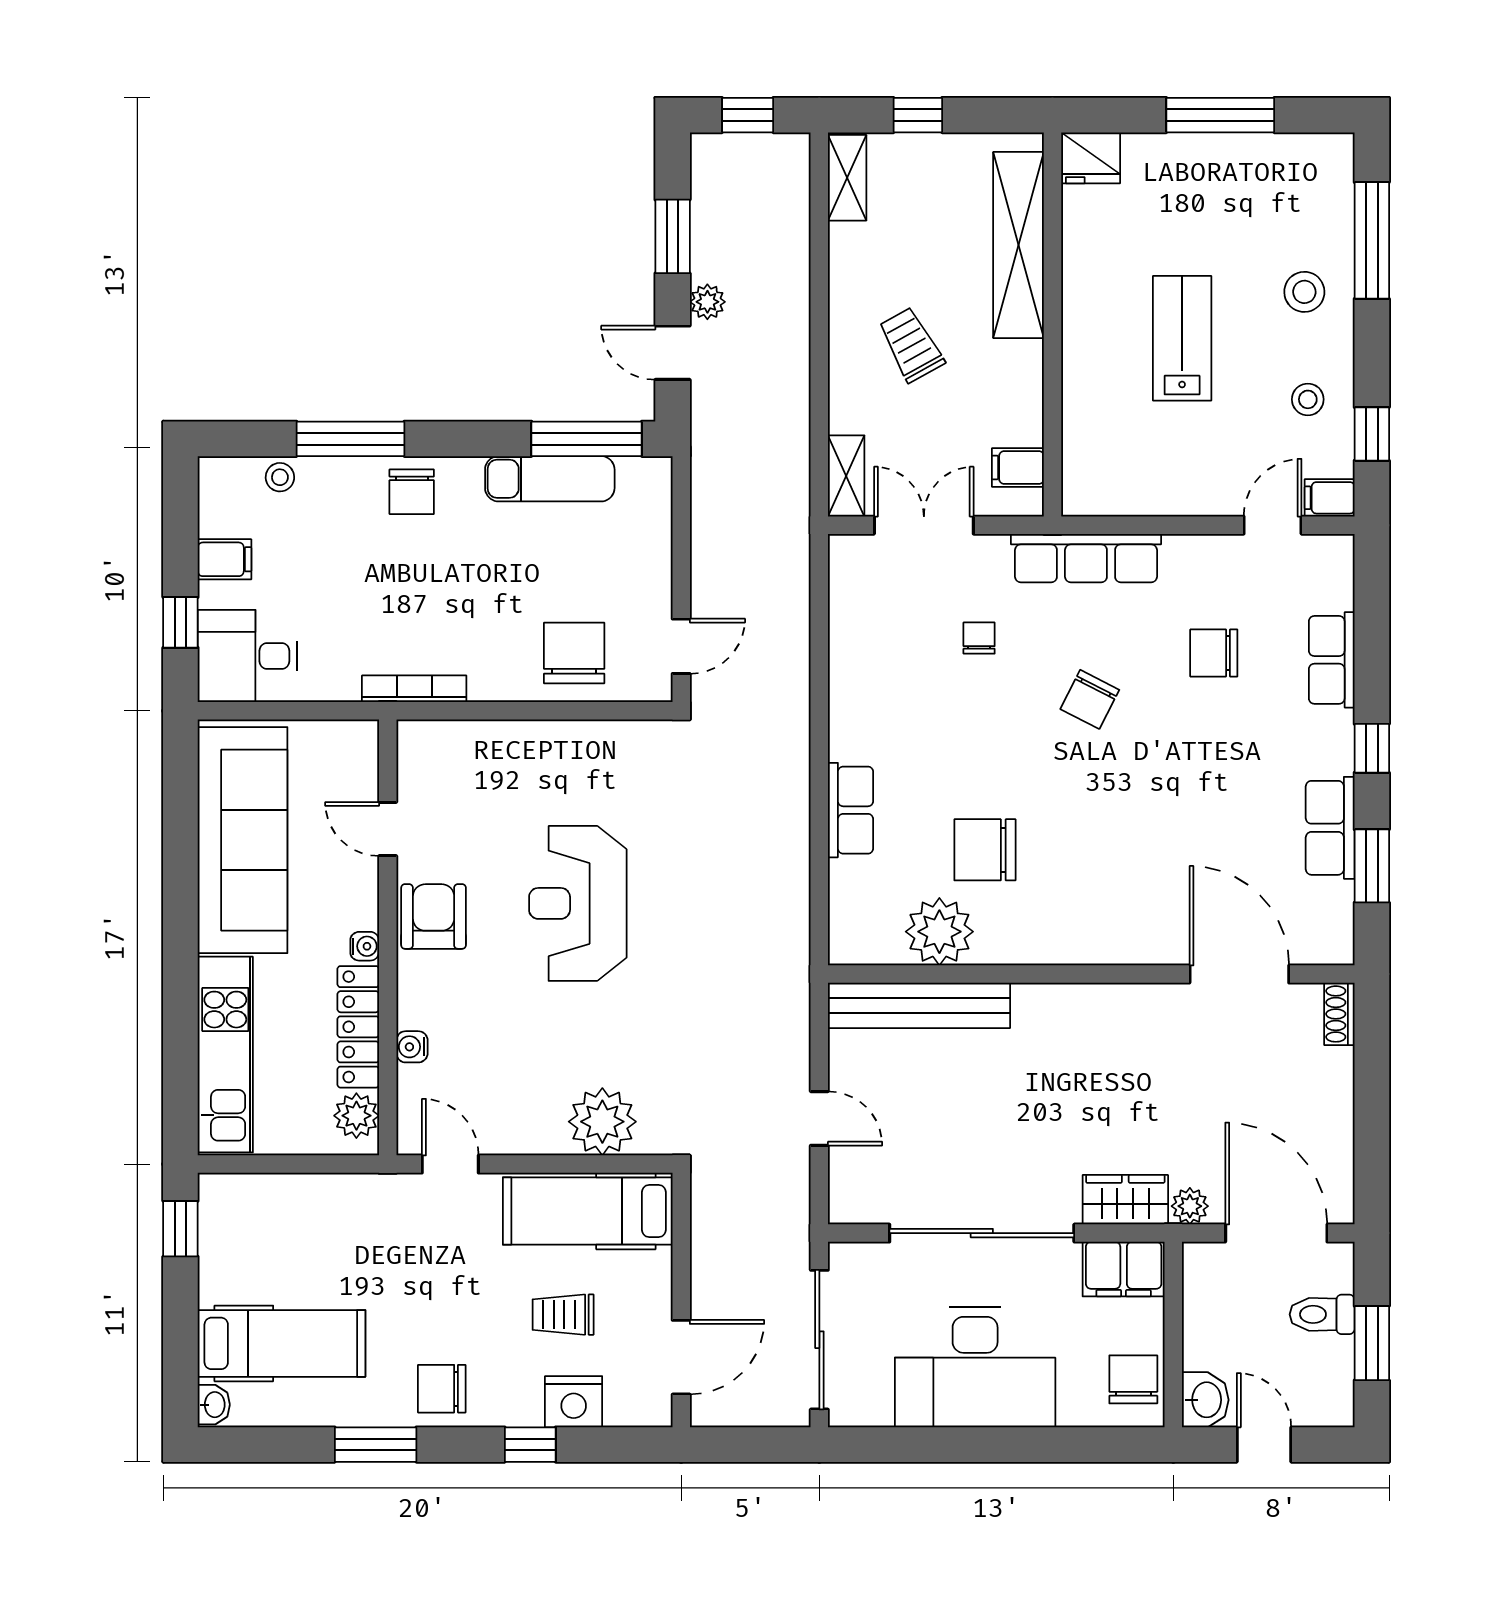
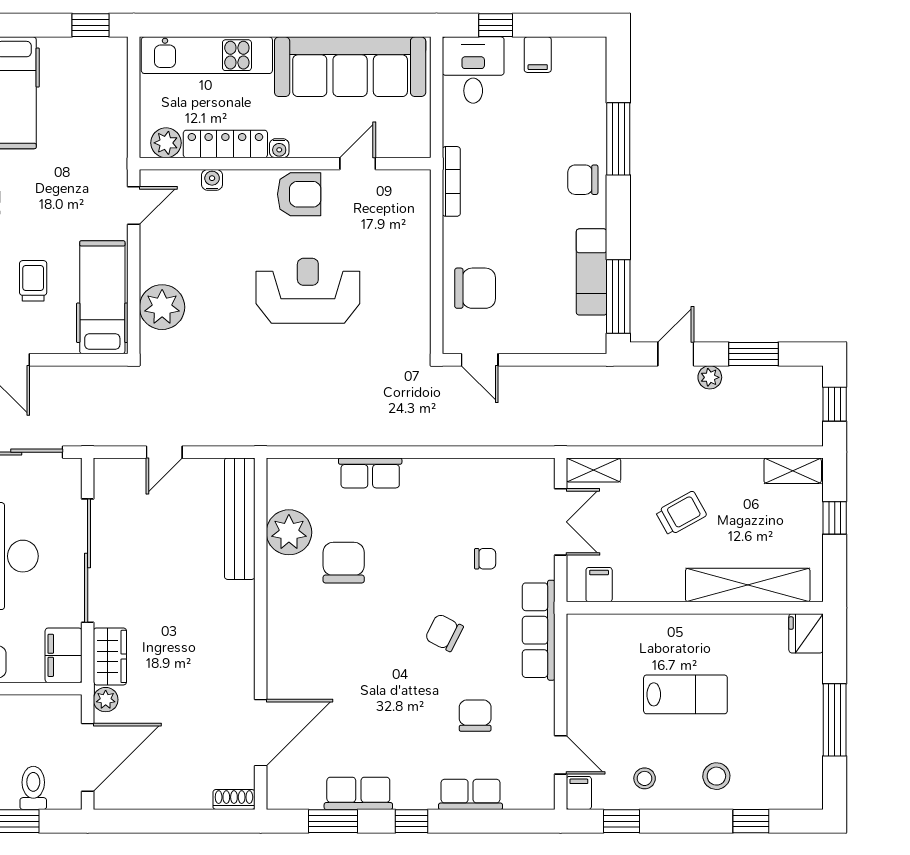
window: (1372, 240) -> (751, 821), width x0.46
stool: (280, 477) -> (593, 92), removed

